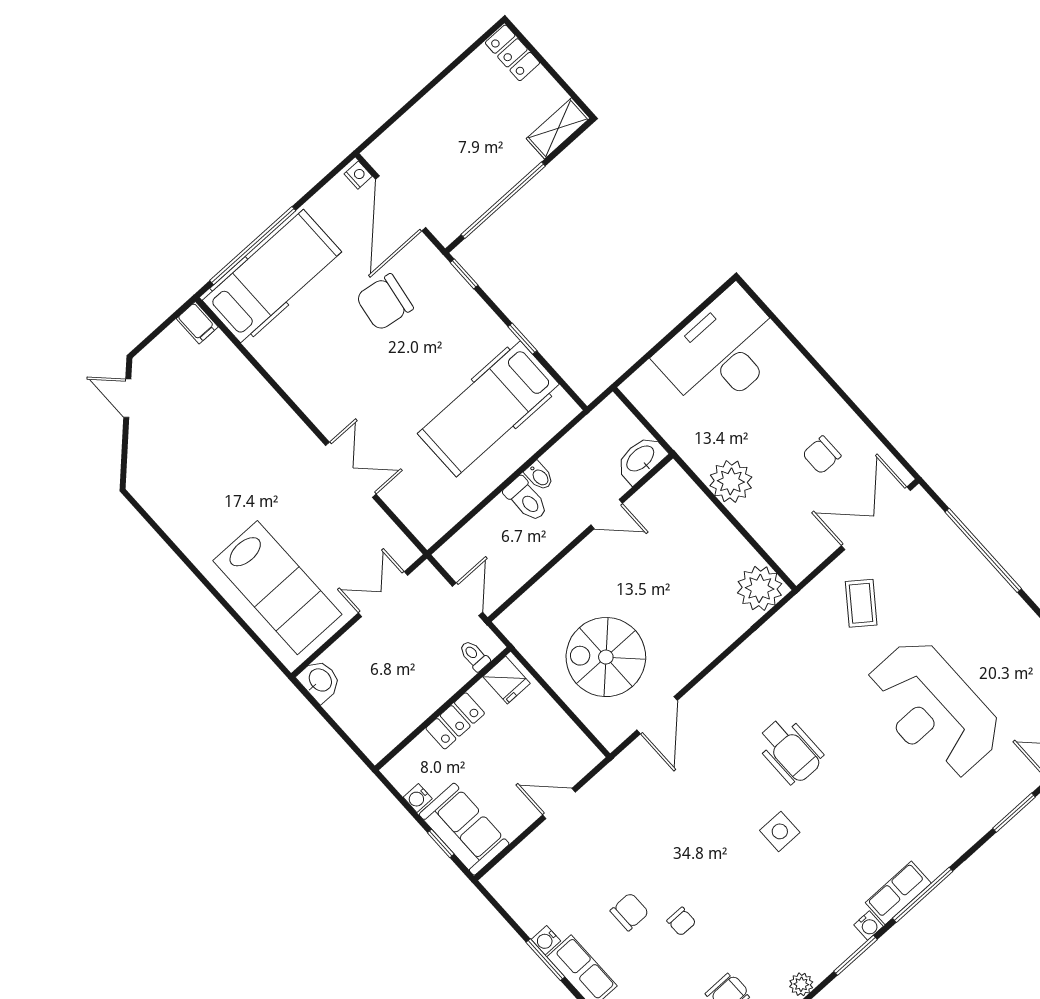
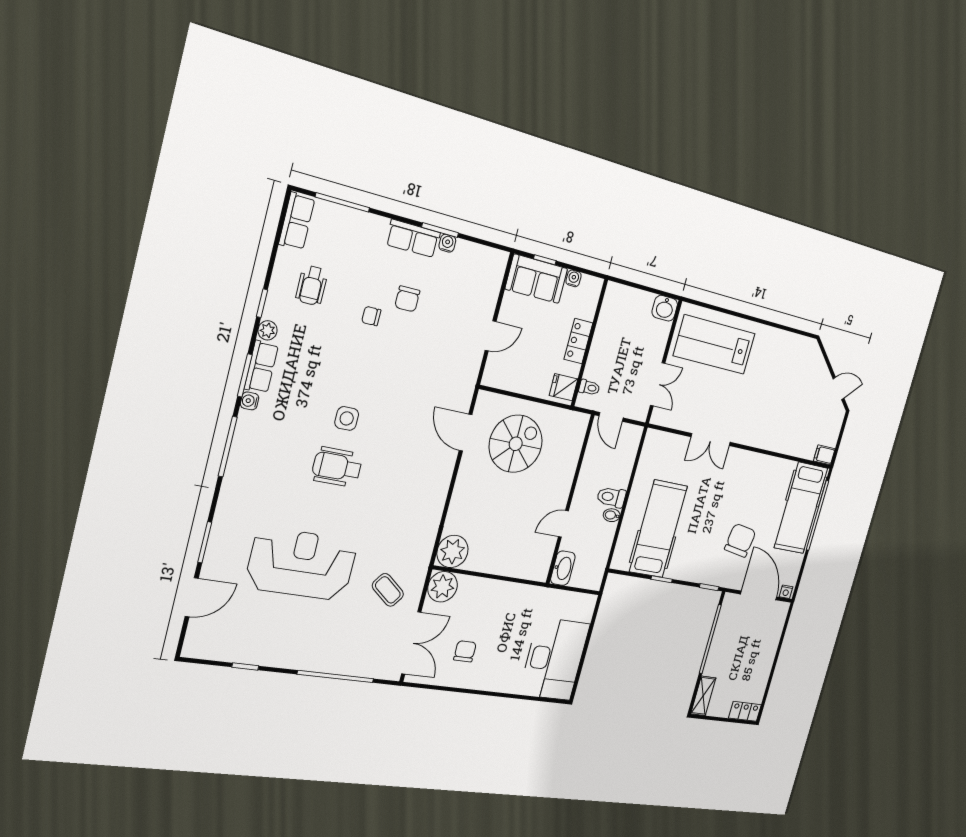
plant: (731, 481) -> (443, 587), moved
wheelchair: (790, 750) -> (337, 467), moved
row of seats: (898, 893) -> (261, 367), moved

